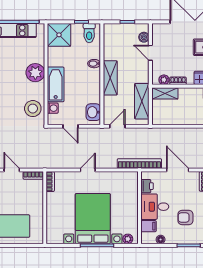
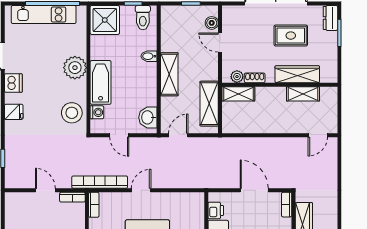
bookcase: (139, 164) -> (100, 182), moved

